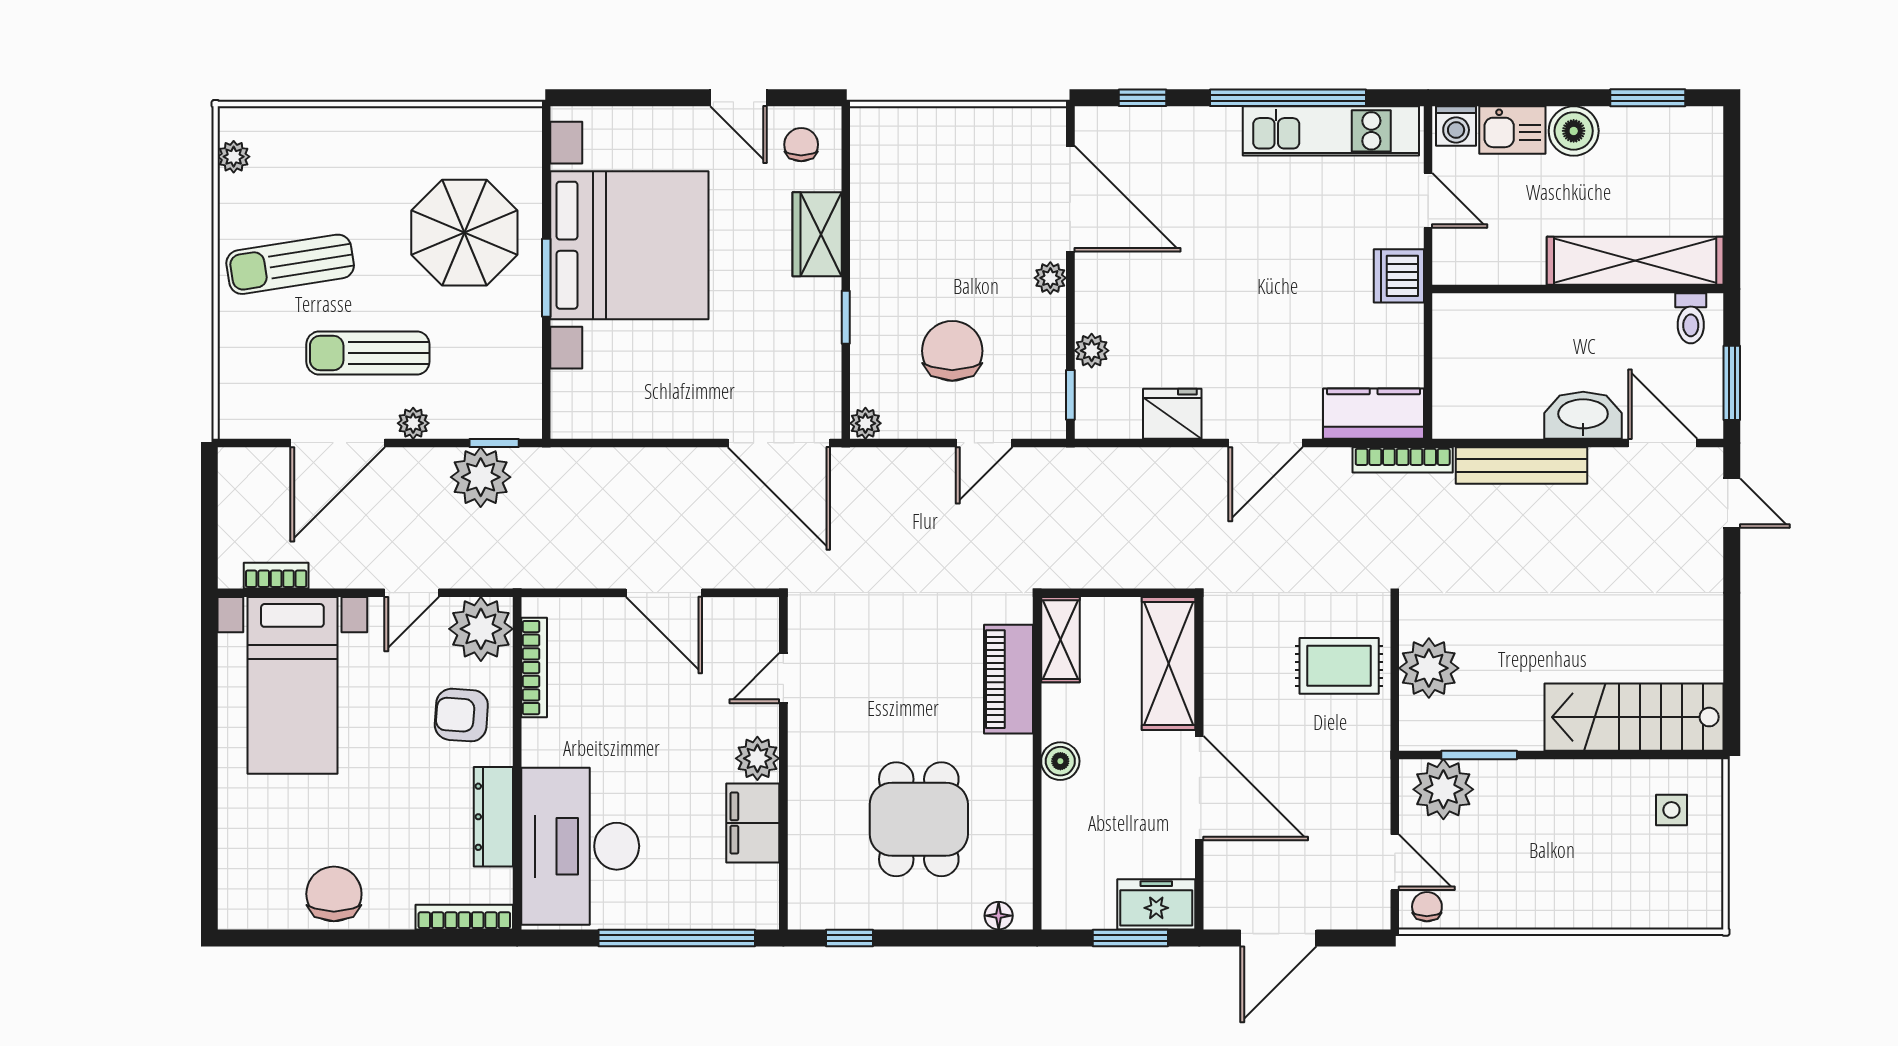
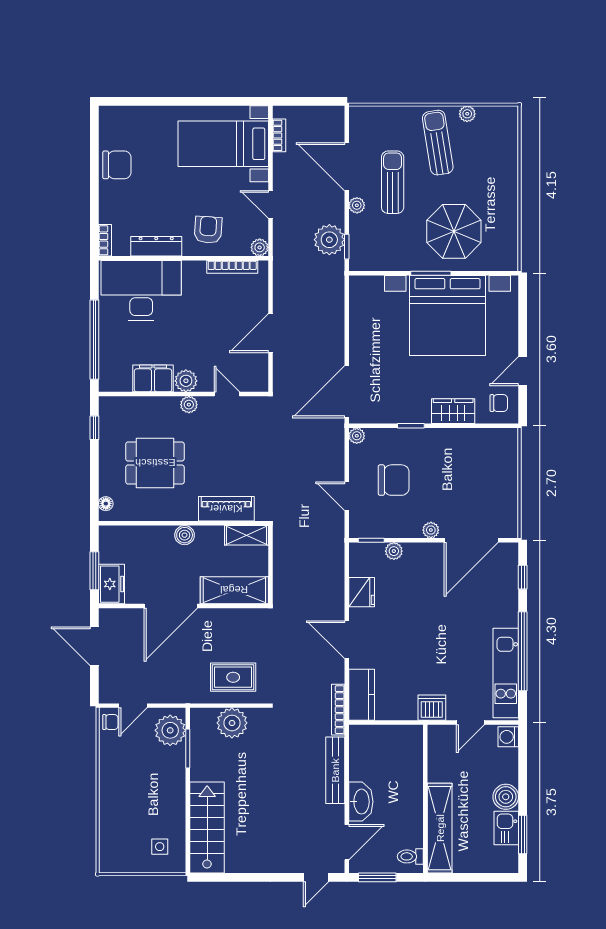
kitchen sink: (1512, 130) -> (506, 828), moved
plant: (234, 157) -> (467, 114), moved
plant: (481, 629) -> (260, 247), width x0.53, depth x0.53
rug: (1339, 666) -> (233, 677), turned 90
plant: (804, 753) -> (189, 405), added
bookcase: (464, 917) -> (105, 240), width x0.64

